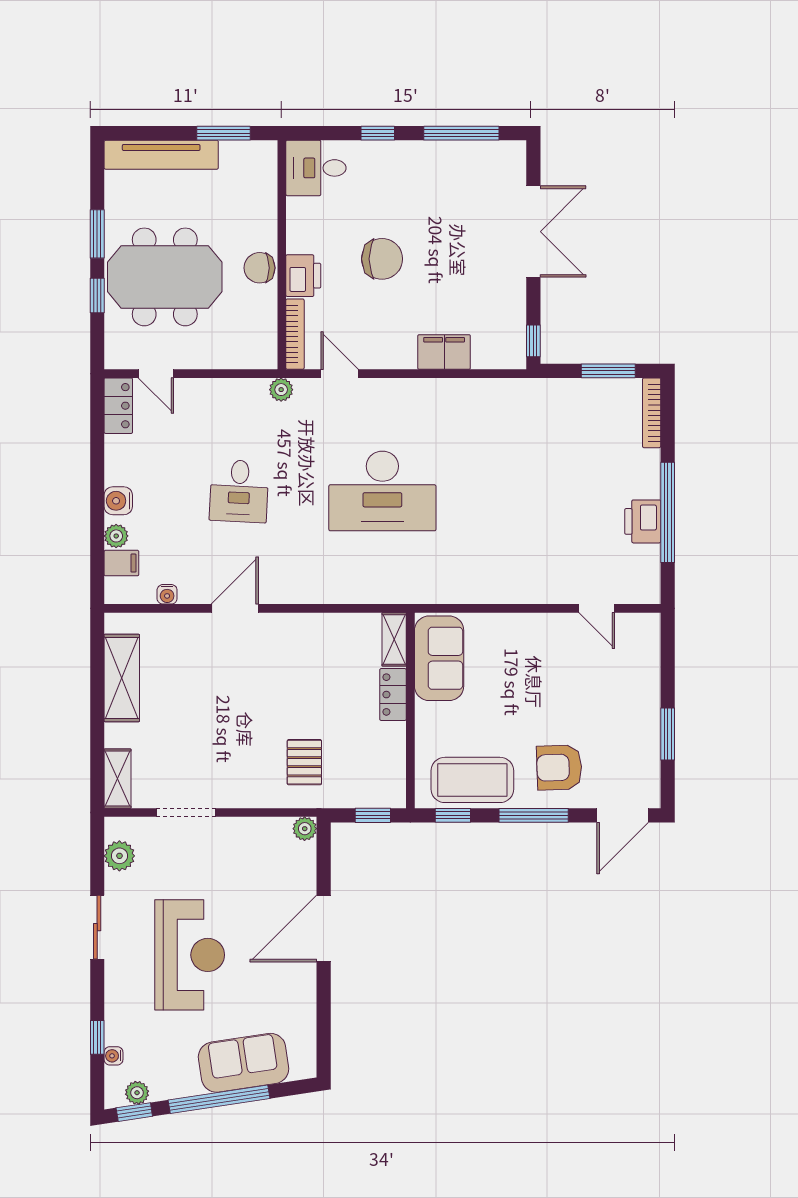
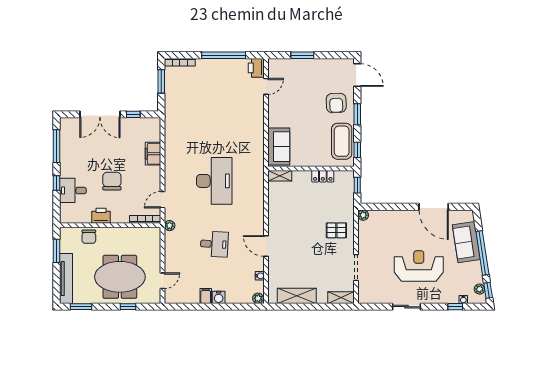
desk: (316, 168) -> (73, 190), moved, turned 90
double door: (533, 232) -> (100, 114), swing flipped
window: (97, 234) -> (81, 307), moved
chair: (260, 268) -> (89, 237), moved
printer: (303, 276) -> (101, 216), moved
meeting table: (165, 277) -> (120, 277), turned 90
window: (533, 341) -> (133, 114), moved
locker: (118, 406) -> (177, 297), removed
printer: (643, 521) -> (256, 68), moved, turned 90
plant: (116, 536) -> (258, 298), moved
filing cabinet: (121, 563) -> (206, 296), moved
sofa: (439, 658) -> (279, 147), moved, turned 90
locker: (393, 695) -> (323, 176), moved
window: (668, 734) -> (302, 55), moved
pallet: (304, 762) -> (336, 230), moved
window: (534, 815) -> (357, 114), width x0.69
plant: (119, 856) -> (375, 297), removed
door: (324, 928) -> (434, 207), moved

